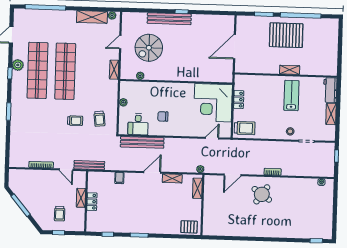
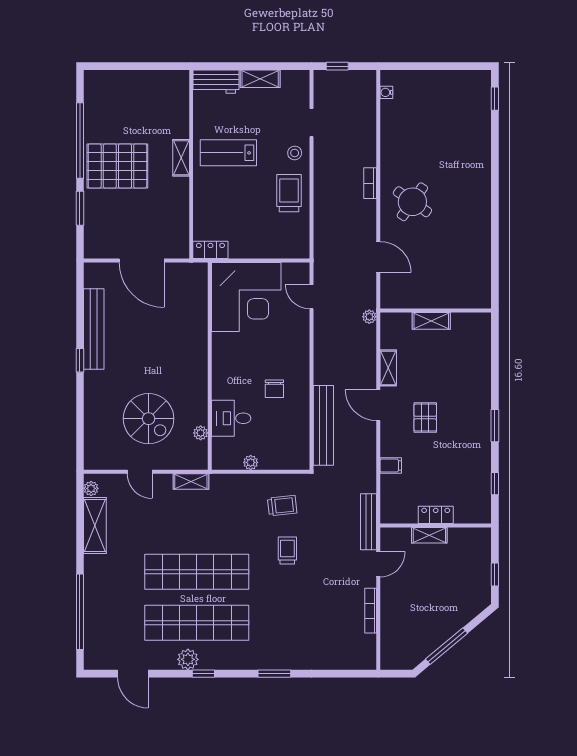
bench: (169, 19) -> (94, 329), moved
pallet: (286, 35) -> (117, 166), turned 90
locker: (239, 100) -> (210, 250), moved
desk: (138, 124) -> (231, 418), moved, turned 180
trolley: (245, 128) -> (289, 193), moved
shelving: (197, 188) -> (431, 321), moved
trolley: (60, 214) -> (460, 574), removed
pallet: (189, 227) -> (425, 418), moved

